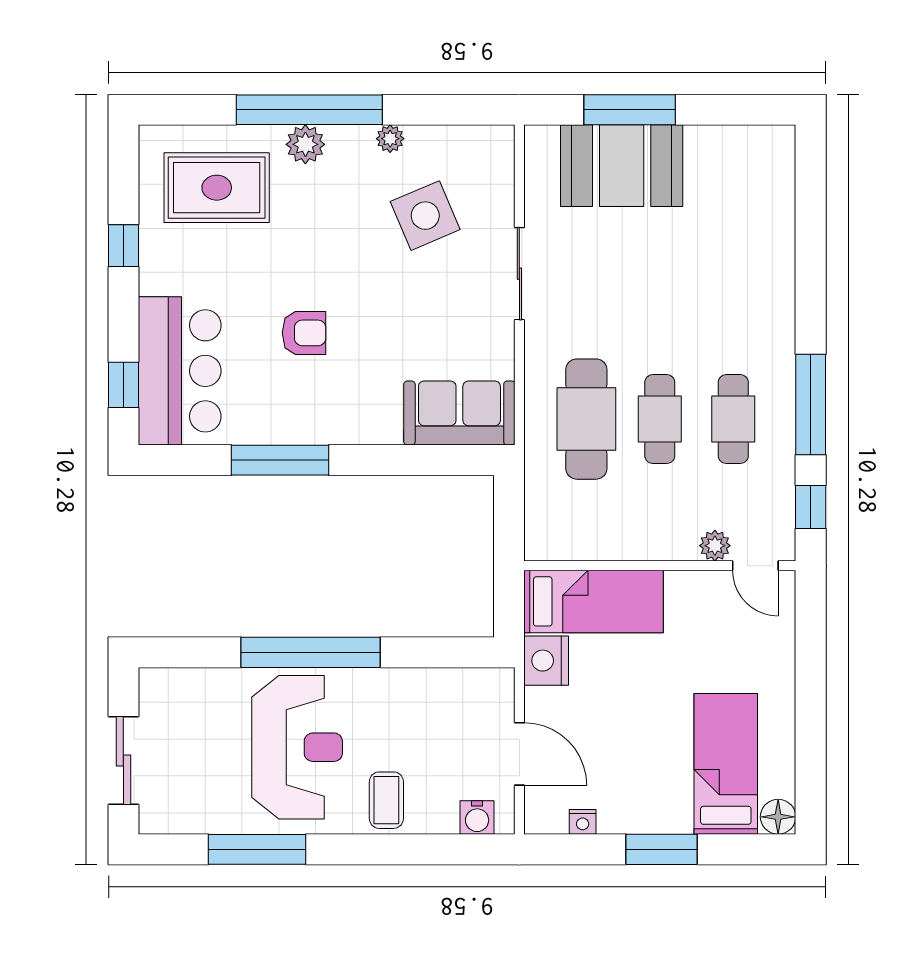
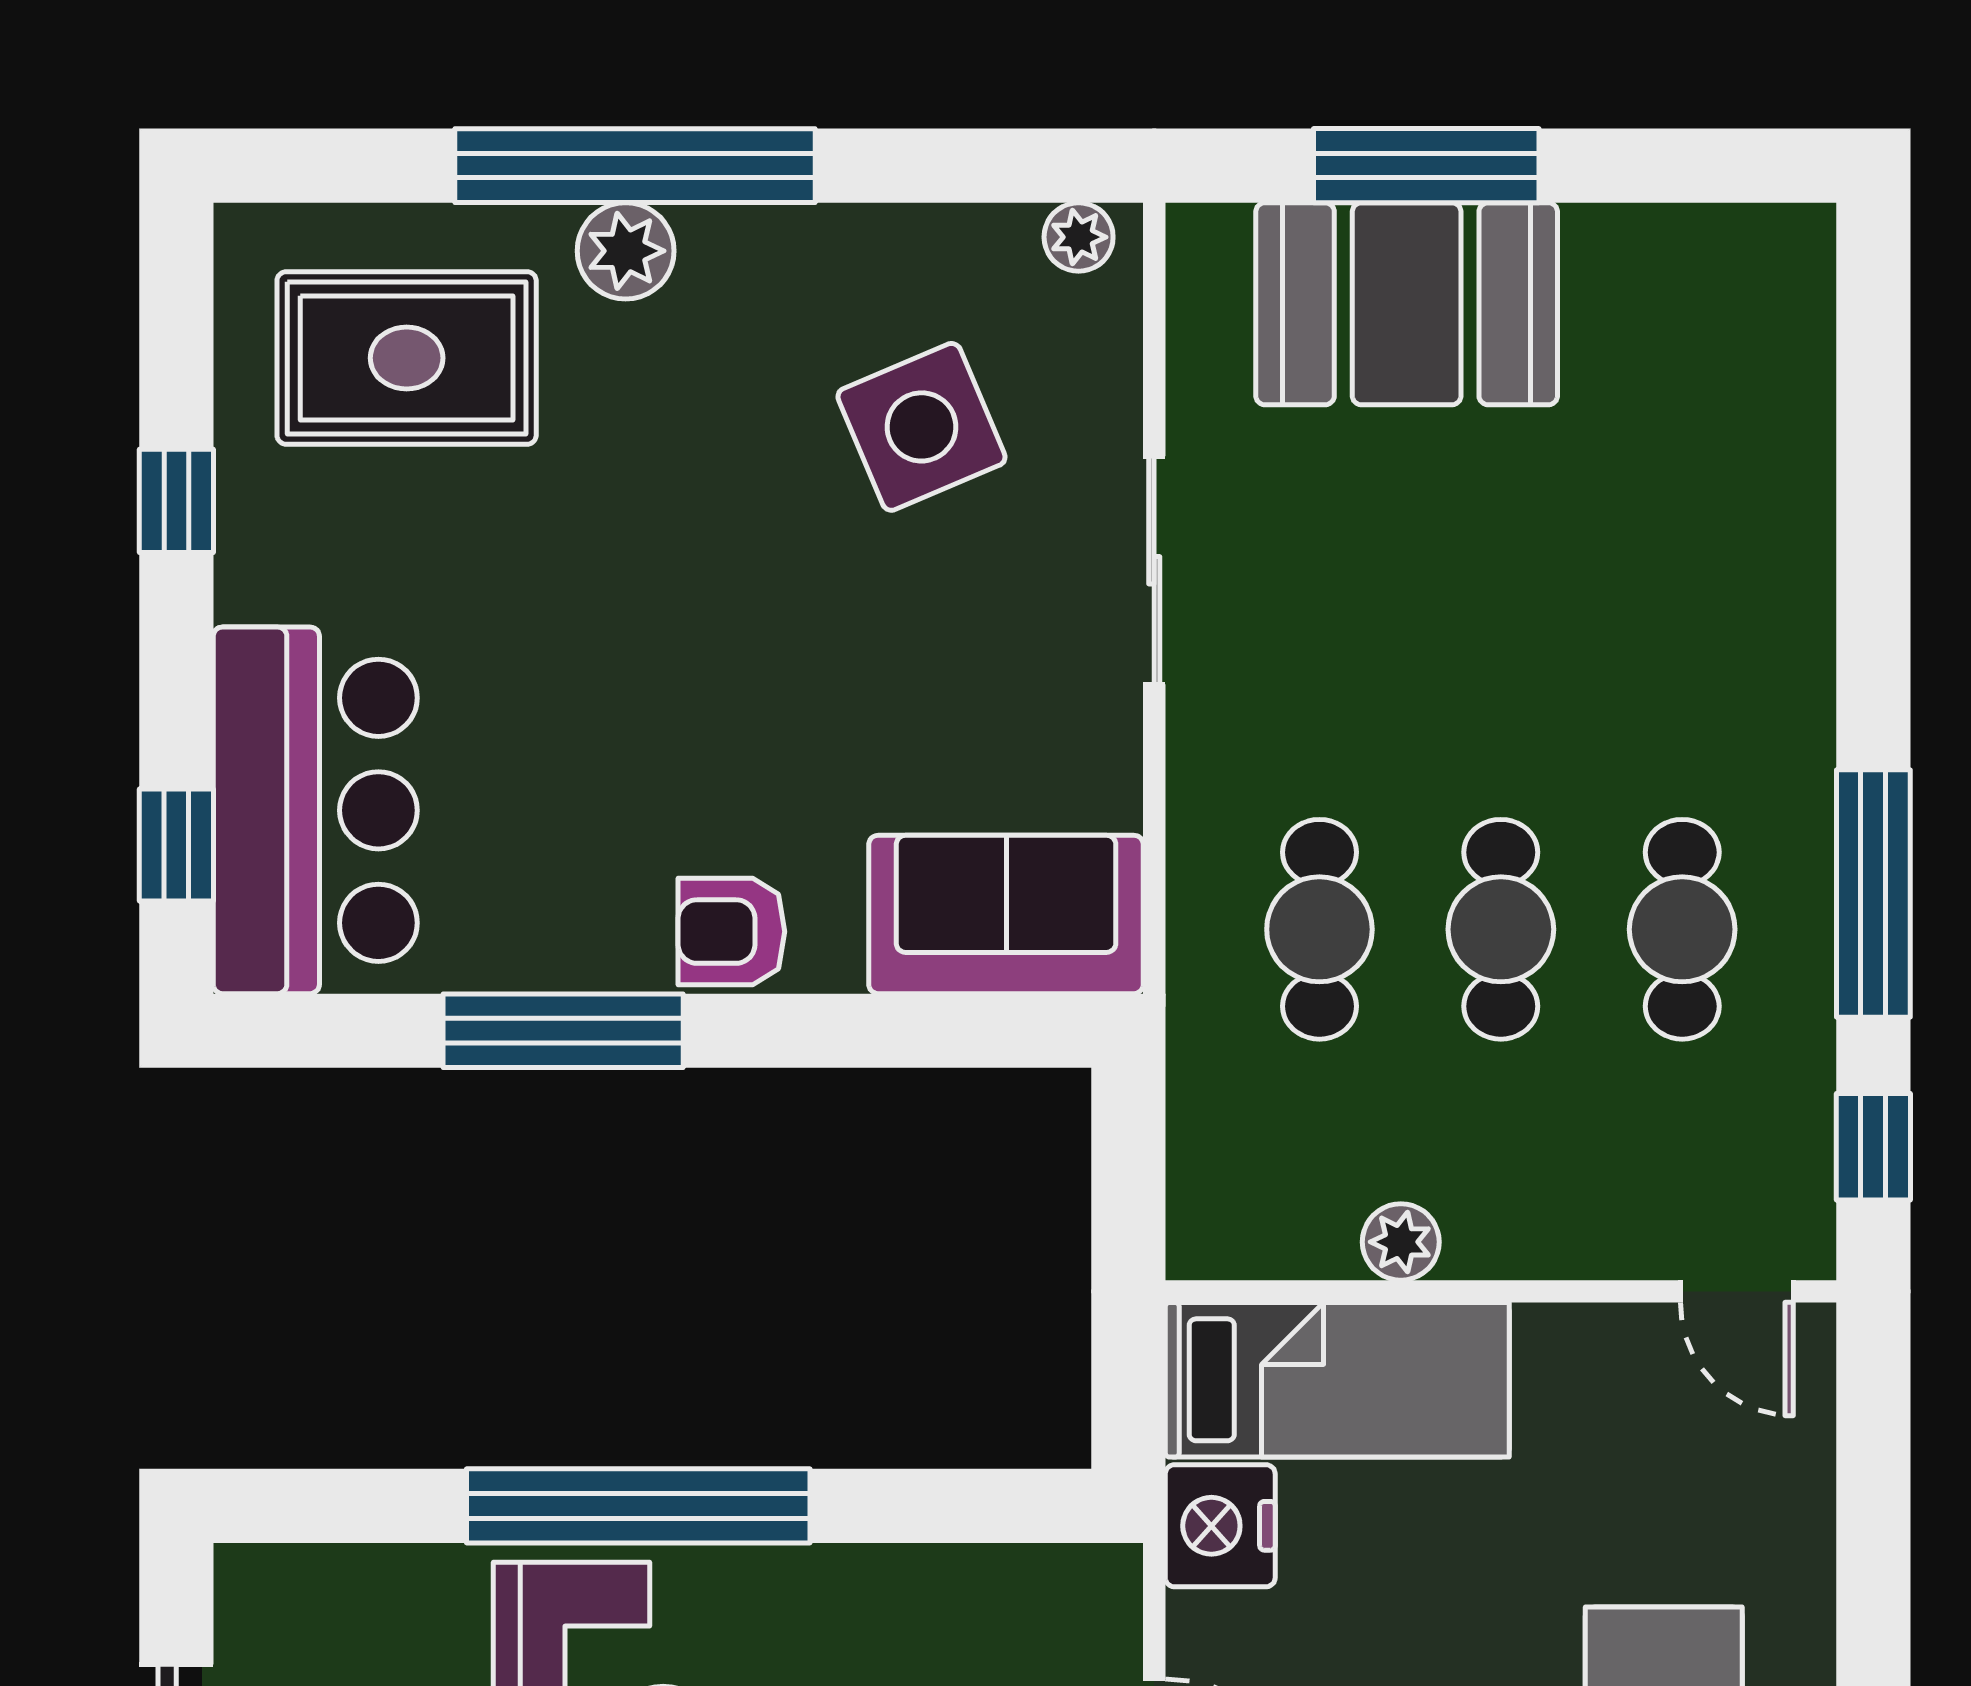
plant: (390, 139) -> (1079, 237), moved
armchair: (304, 333) -> (731, 932), moved, turned 180
cafe table: (586, 419) -> (1319, 929), width x0.73, depth x0.74
plant: (715, 546) -> (1401, 1242), moved

